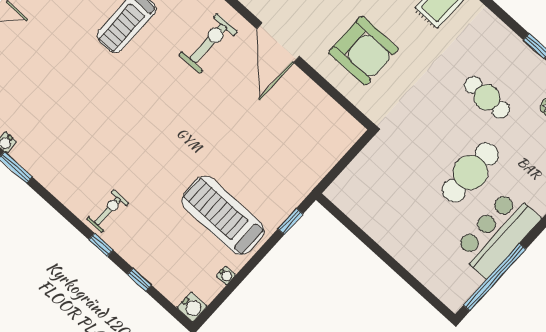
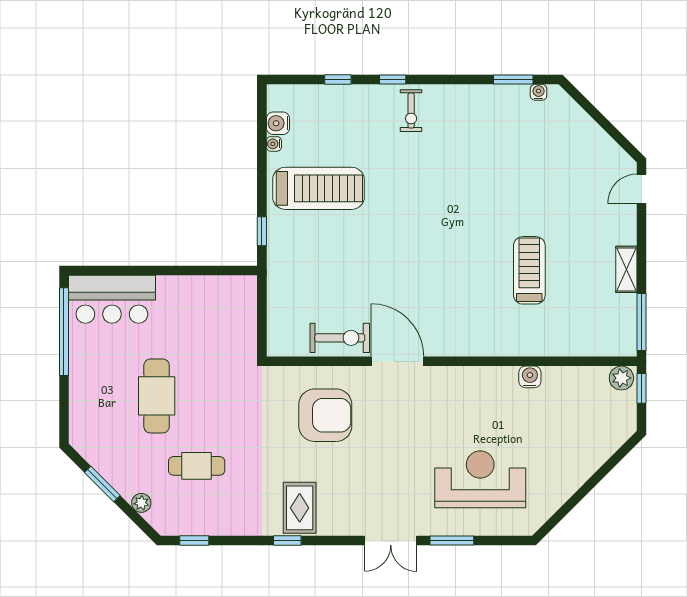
exercise bike: (208, 43) -> (340, 338), moved, turned -90
armchair: (363, 51) -> (325, 415), turned 180
bar counter: (497, 234) -> (112, 299), moved, turned 90
water cooler: (192, 307) -> (278, 123), moved

